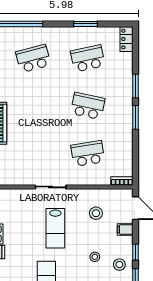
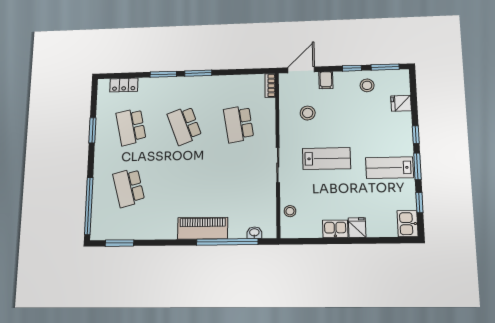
locker: (127, 39) -> (124, 85), moved
school desk: (88, 106) -> (184, 125), turned -33
stool: (95, 257) -> (290, 211), moved

